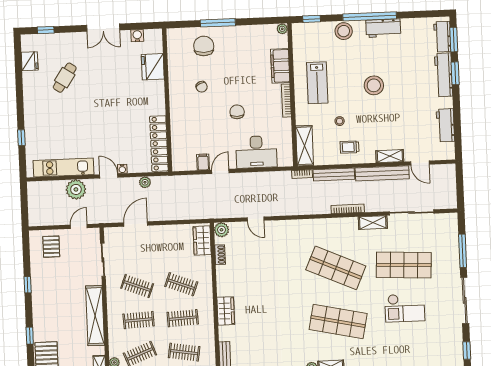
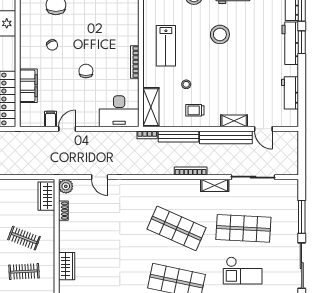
filing cabinet: (280, 66) -> (28, 86), moved, turned 180
stool: (374, 85) -> (220, 34), moved
desk: (256, 152) -> (119, 111), moved

